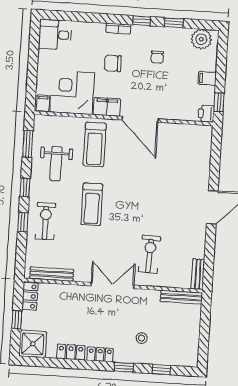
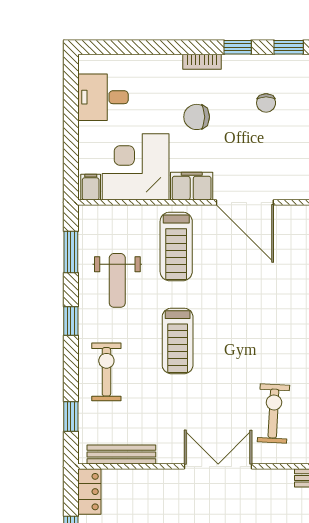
desk: (55, 35) -> (103, 97), moved
window: (23, 222) -> (71, 417), moved

